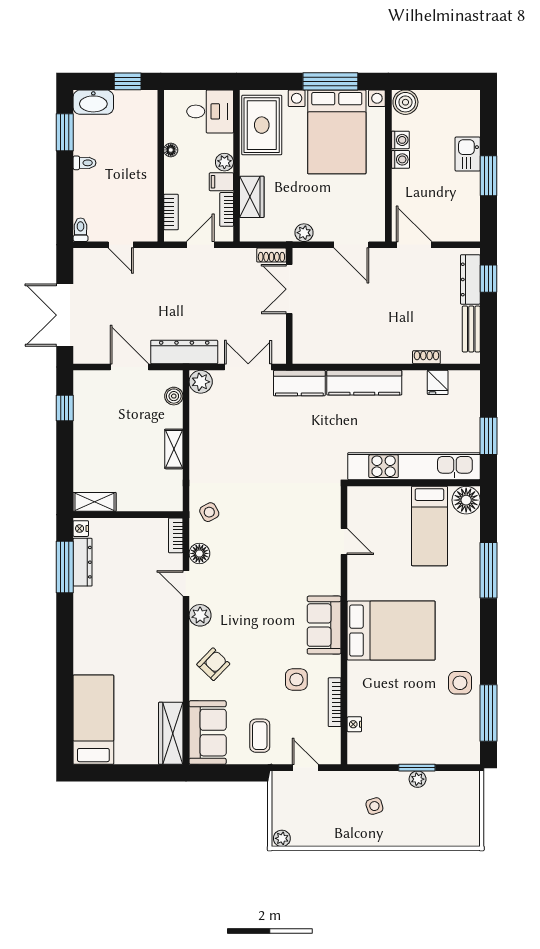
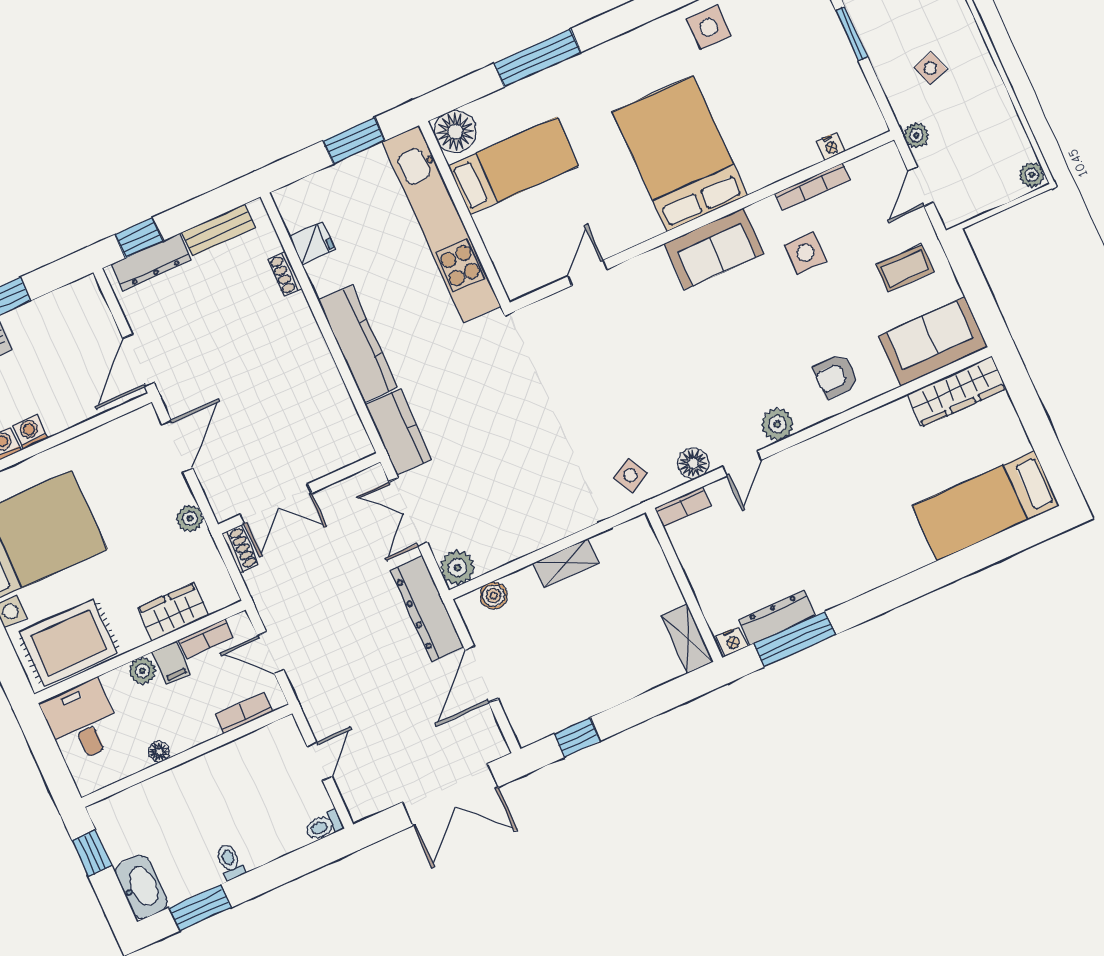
armchair: (213, 664) -> (836, 376), turned -44
plant: (418, 779) -> (916, 135), moved

